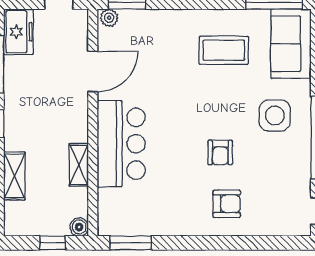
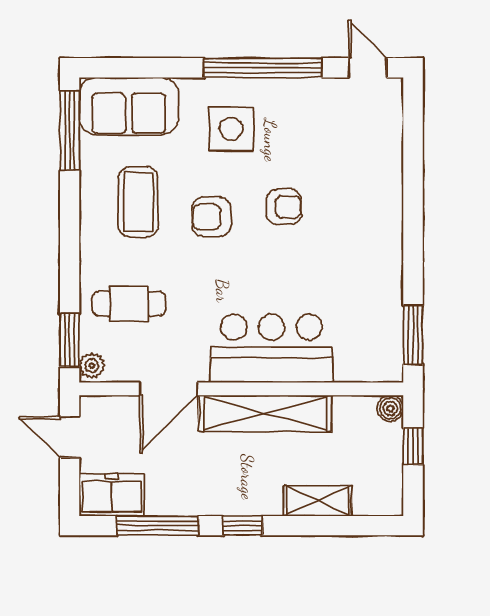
cafe table: (152, 44) -> (129, 304), added
door: (93, 72) -> (169, 389), swing flipped
shelving: (79, 165) -> (265, 413), width x2.20, depth x1.33
armchair: (227, 204) -> (211, 217), moved, turned -90

